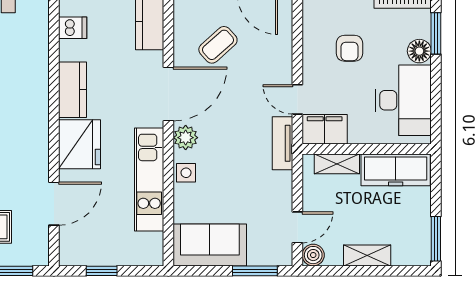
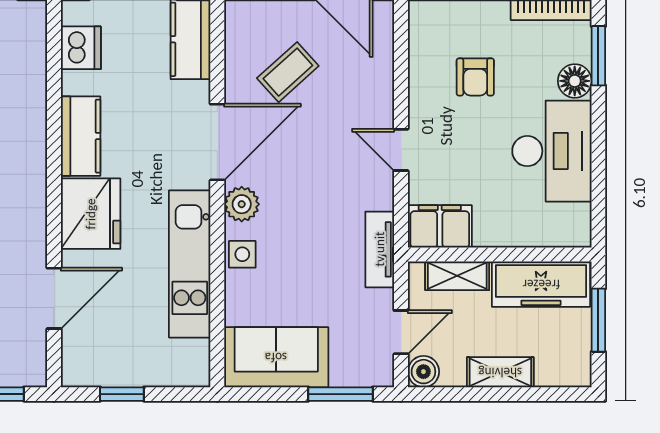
dishwasher: (73, 28) -> (81, 48), width x1.38
filing cabinet: (325, 129) -> (440, 226), moved
tv unit: (282, 143) -> (380, 249), moved
wall: (367, 149) -> (500, 255), moved
shelving: (337, 164) -> (457, 276), moved
freezer: (396, 170) -> (541, 284), moved
window: (436, 239) -> (598, 320), moved

